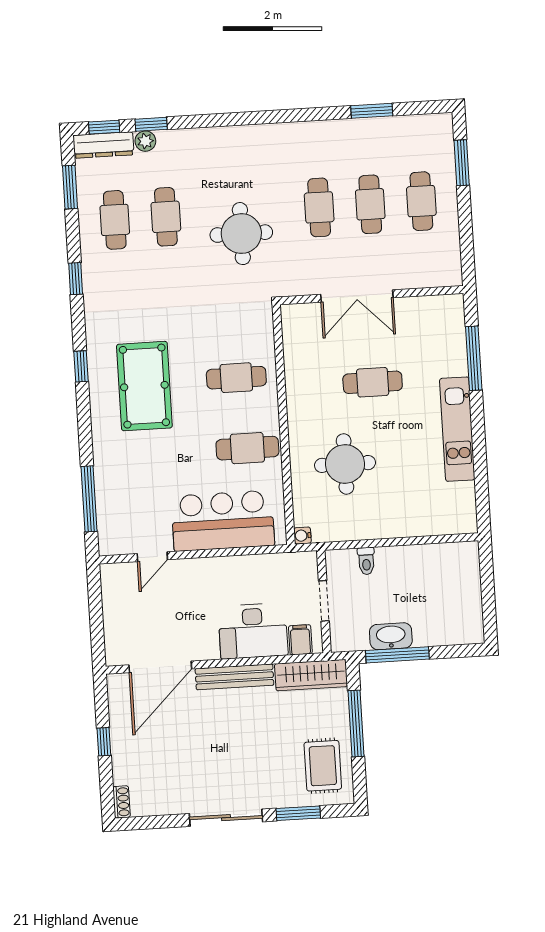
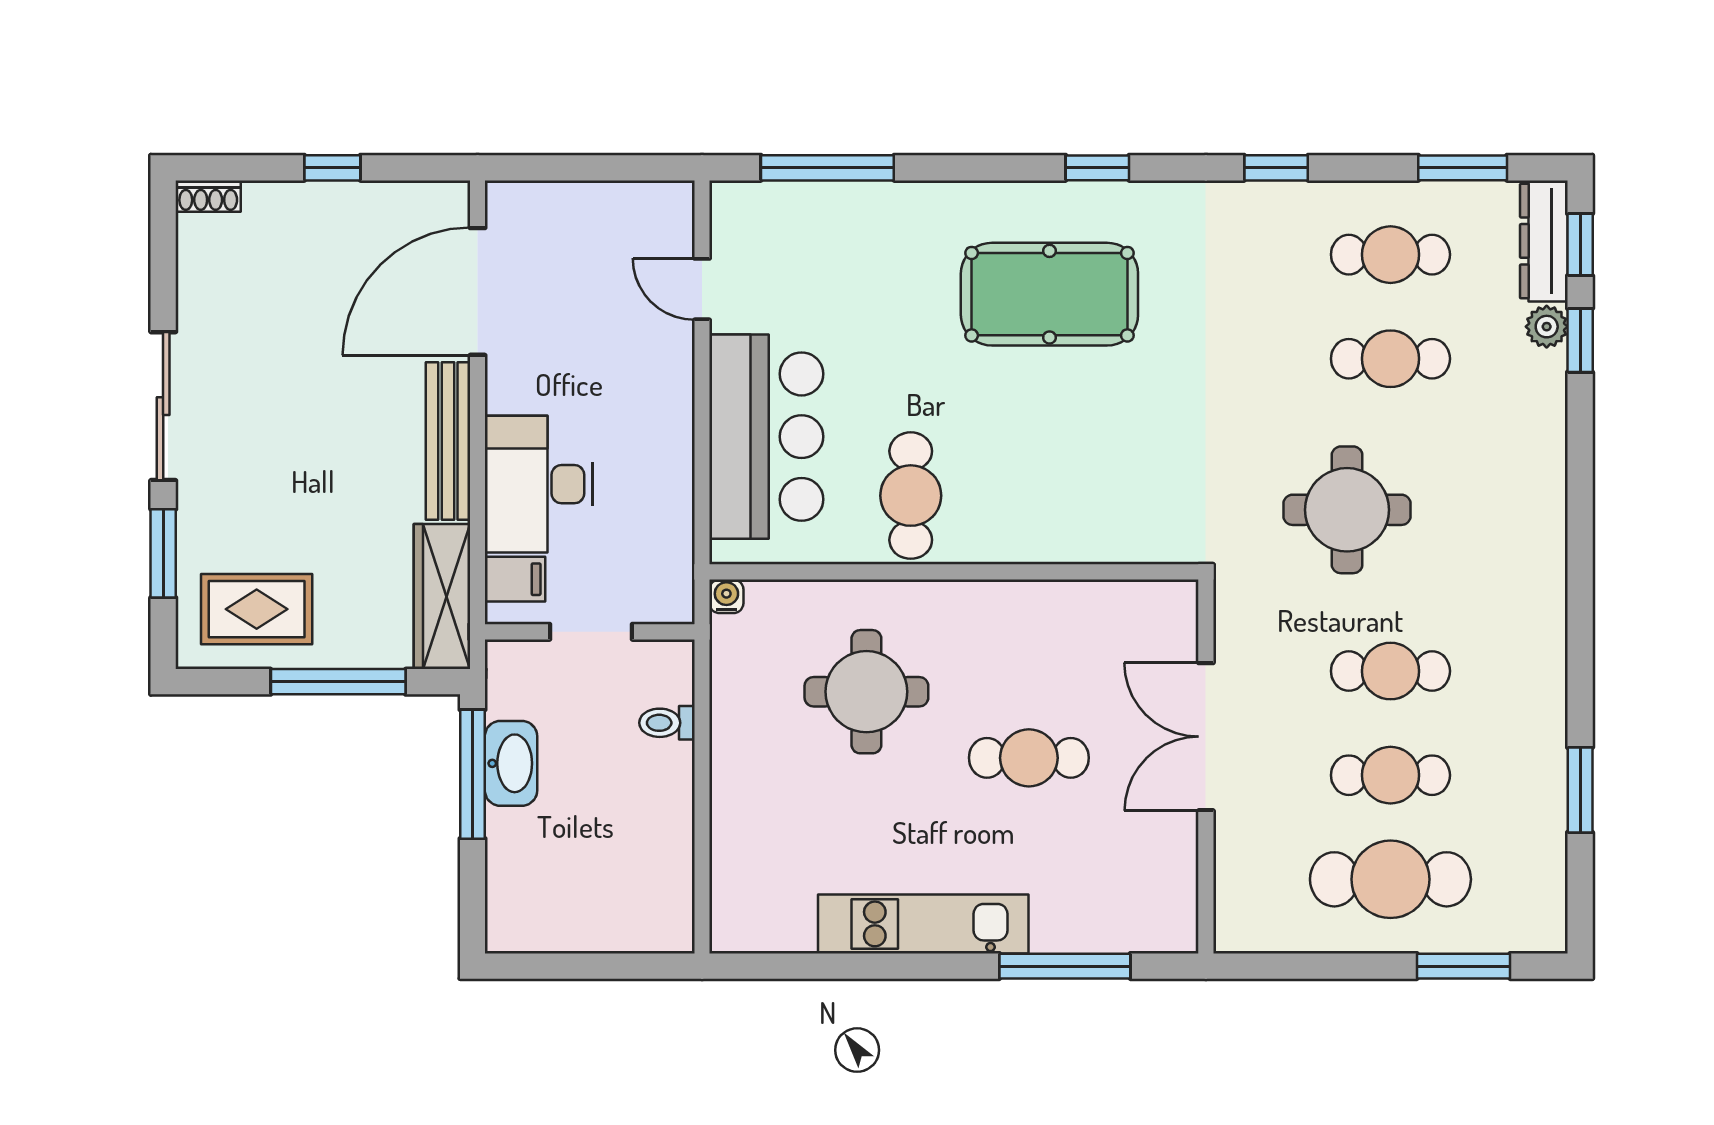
cafe table: (421, 201) -> (1390, 879), width x1.37, depth x1.35
cafe table: (236, 378) -> (1055, 482), removed
cafe table: (373, 382) -> (1029, 758), turned 90
door: (160, 667) -> (478, 291), hinge flipped

